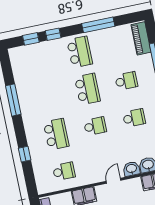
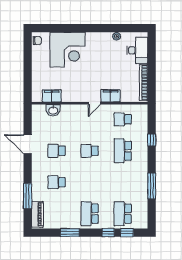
window: (98, 25) -> (70, 233), width x0.69
school desk: (87, 89) -> (123, 214), moved
washbasin: (131, 169) -> (67, 110), removed
door: (114, 181) -> (94, 103), moved

